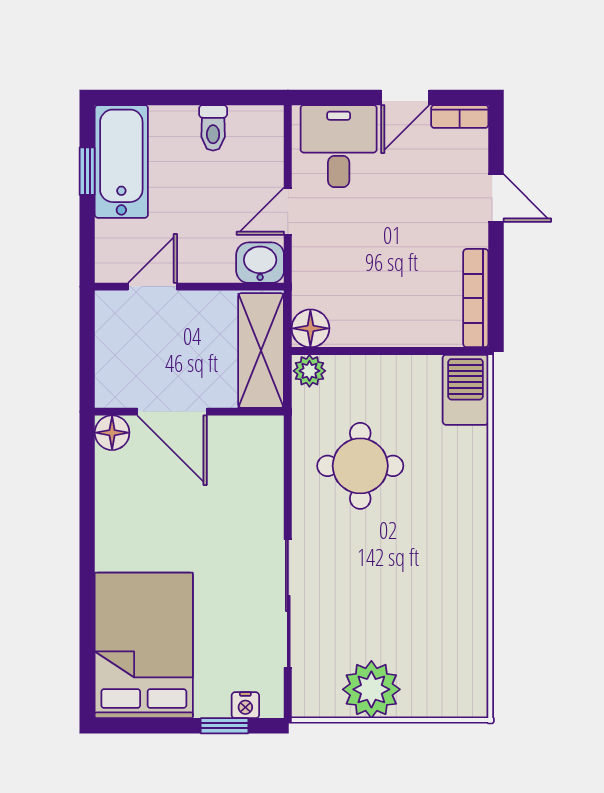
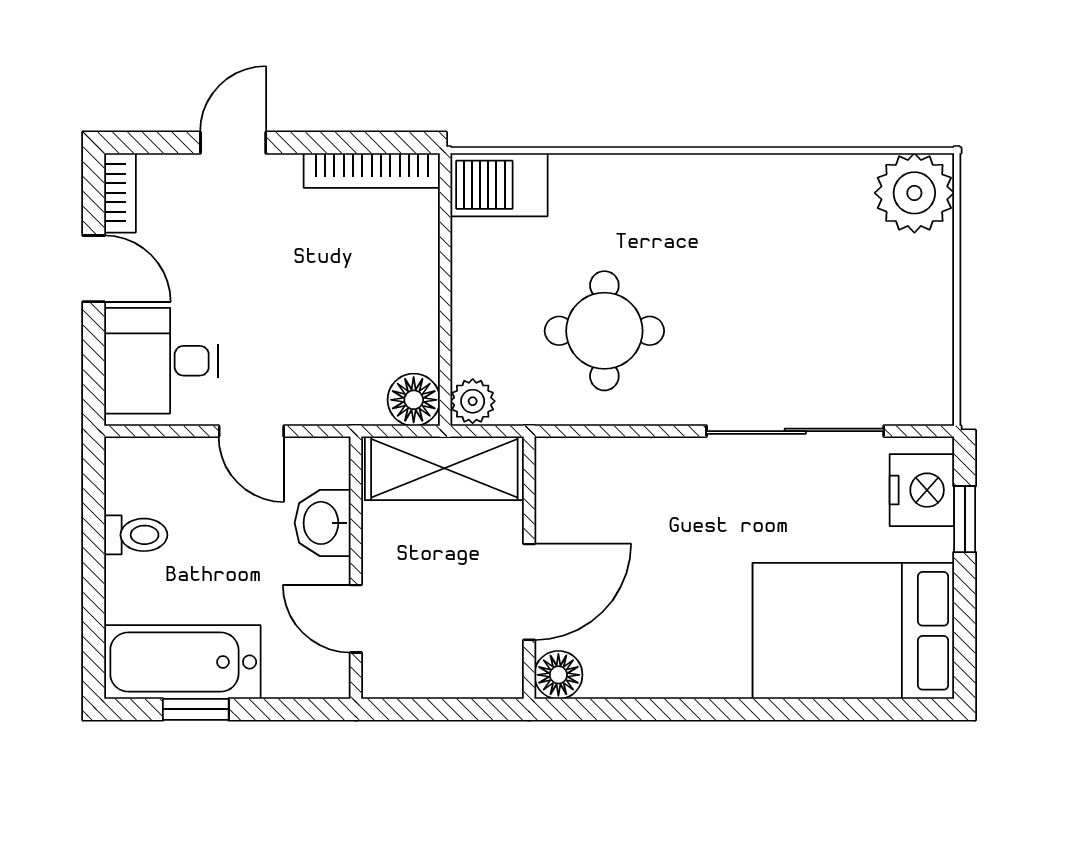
washbasin: (260, 263) -> (323, 523), moved
plant: (371, 689) -> (914, 193), moved
nightstand: (245, 705) -> (922, 490), width x1.89, depth x1.79

